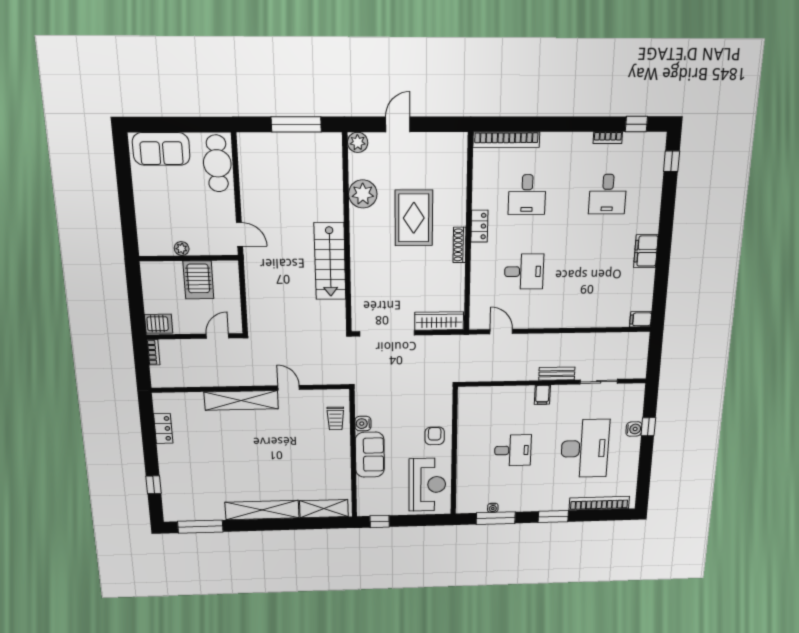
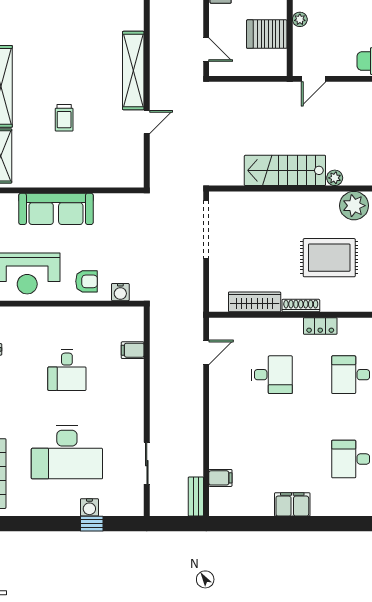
plant: (336, 213) -> (335, 178), added
desk: (524, 272) -> (272, 375), turned -90
filing cabinet: (641, 319) -> (220, 478), moved, turned 90
wardrobe: (439, 321) -> (255, 302), moved, turned -90
bench: (557, 374) -> (196, 497), moved
filing cabinet: (542, 395) -> (133, 350), moved
trolley: (335, 418) -> (64, 118), moved, turned -90
water cooler: (363, 424) -> (120, 292), moved, turned 180
sofa: (370, 455) -> (56, 209), width x1.36

